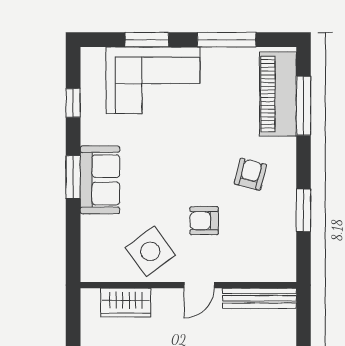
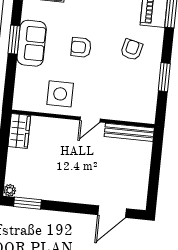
armchair: (204, 221) -> (81, 47), moved
side table: (150, 251) -> (60, 94), turned 36
wardrobe: (126, 303) -> (19, 131), moved, turned -90

